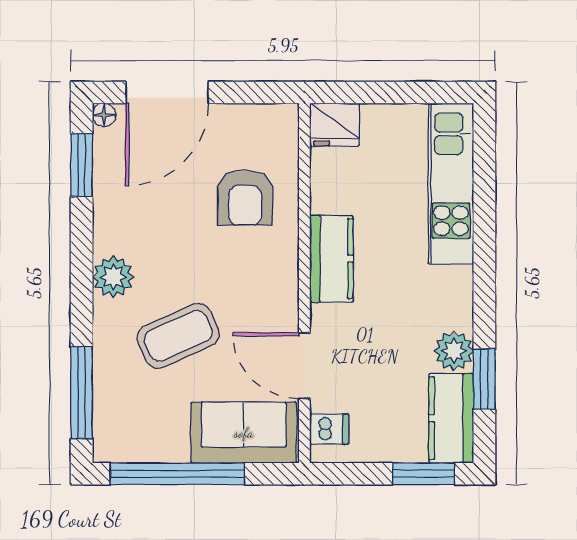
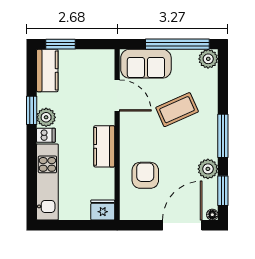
plant: (113, 277) -> (208, 169), moved
plant: (454, 351) -> (46, 117), moved
window: (484, 379) -> (32, 110), moved
window: (82, 393) -> (223, 136), moved
dishwasher: (329, 429) -> (46, 135), moved, turned 180
plant: (113, 443) -> (208, 59), added

